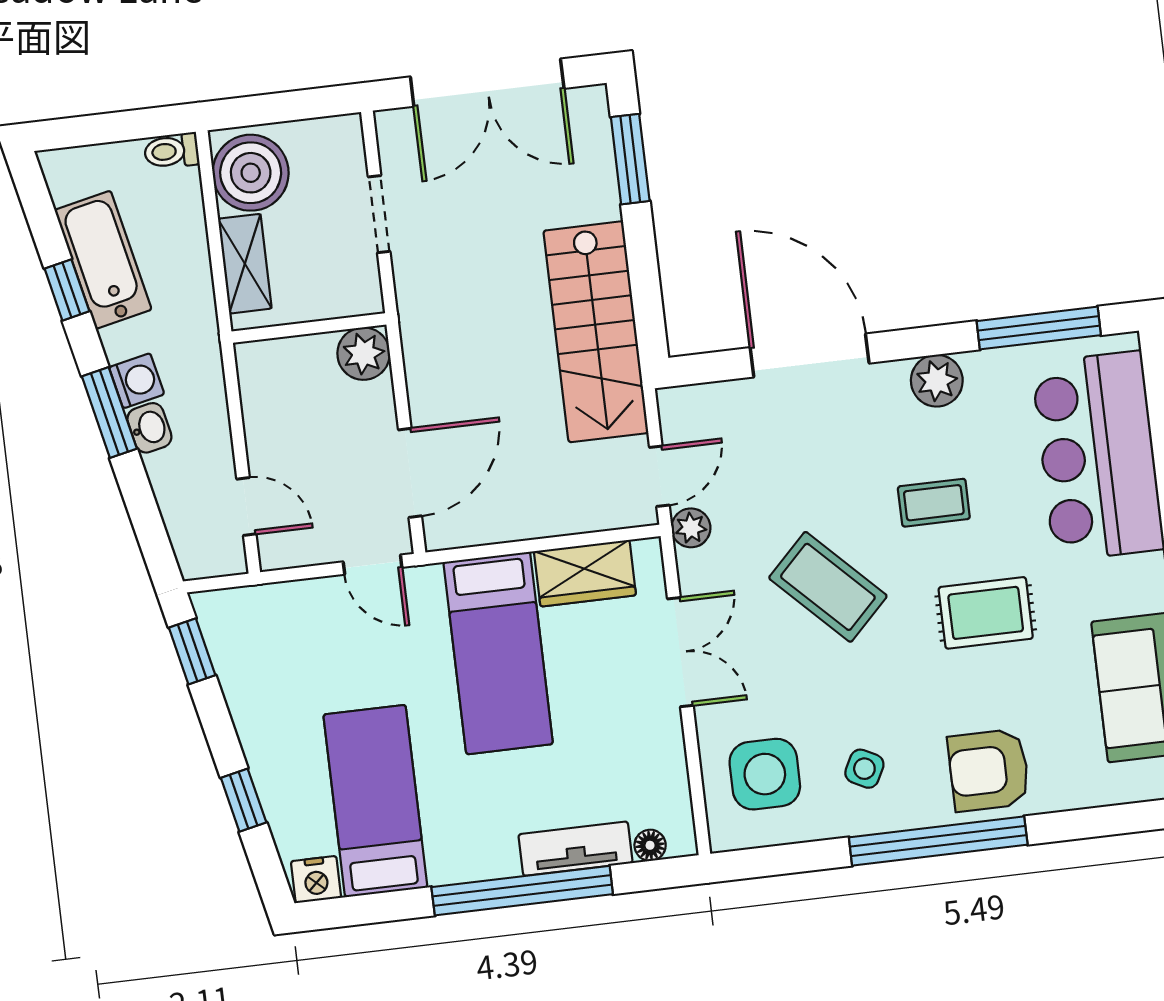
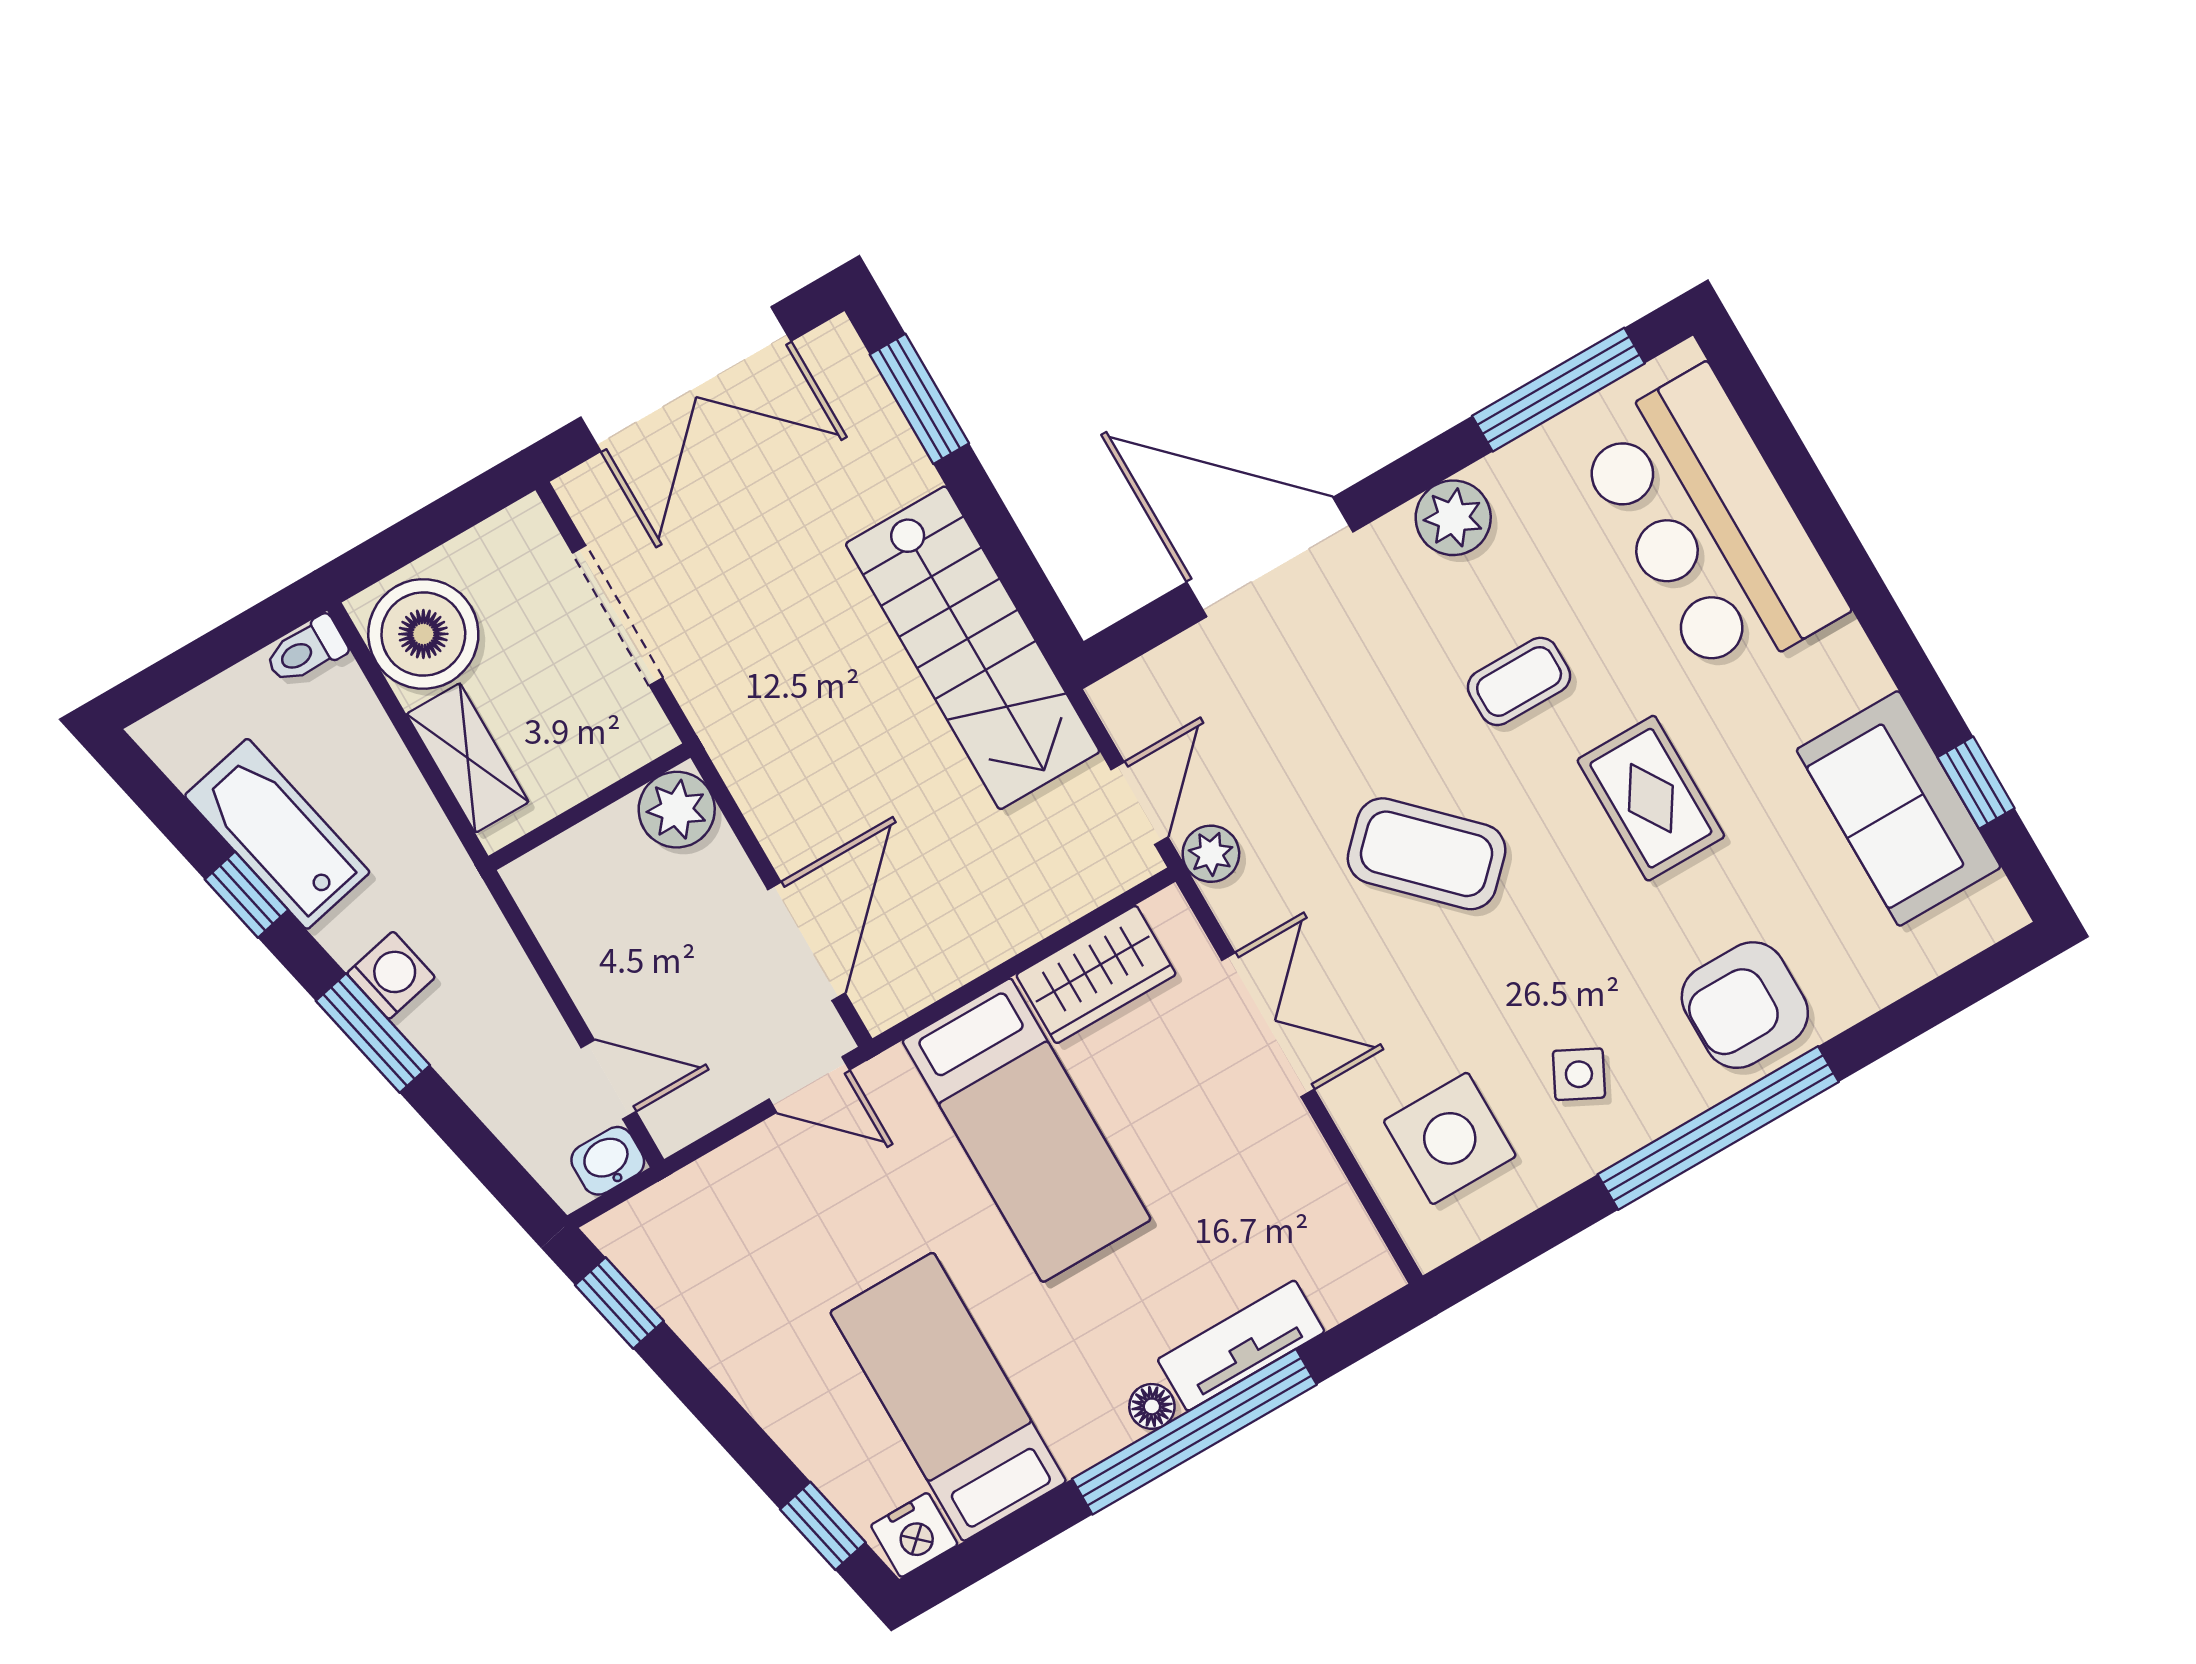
doorway: (379, 214) -> (618, 616), width x1.38
washbasin: (149, 428) -> (608, 1161), moved, turned -78
rug: (986, 613) -> (1651, 798), turned 90
window: (244, 800) -> (823, 1526), moved
floor lamp: (650, 845) -> (1152, 1406), moved

